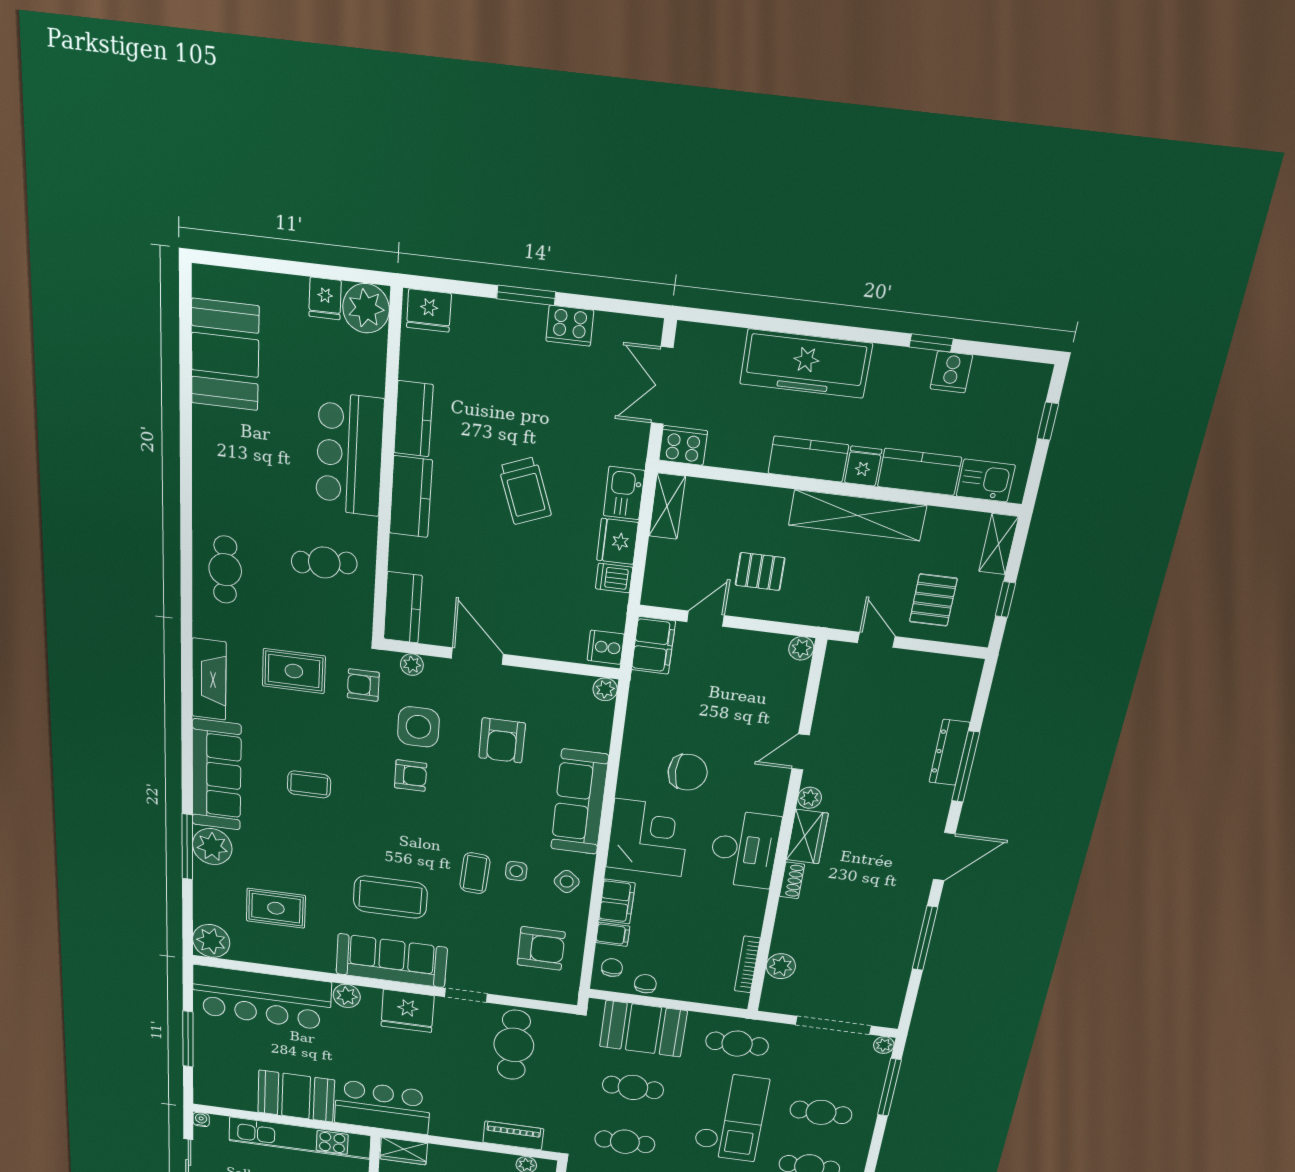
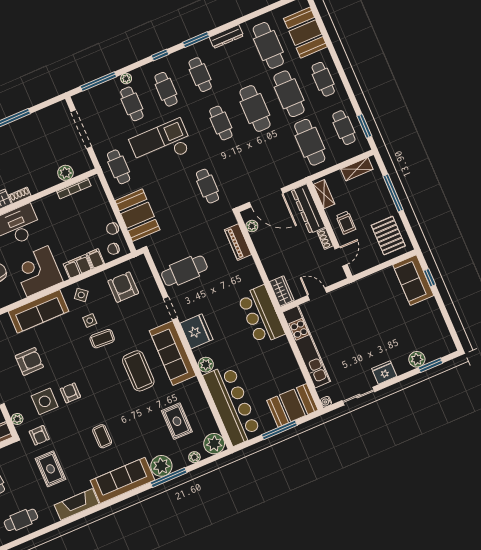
plant: (203, 902) -> (194, 457), added
plant: (884, 1045) -> (126, 79), moved
cafe table: (633, 1087) -> (173, 201), removed
booth: (296, 1096) -> (292, 405), moved, turned 90

